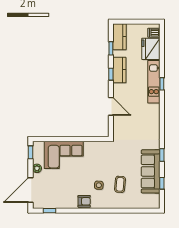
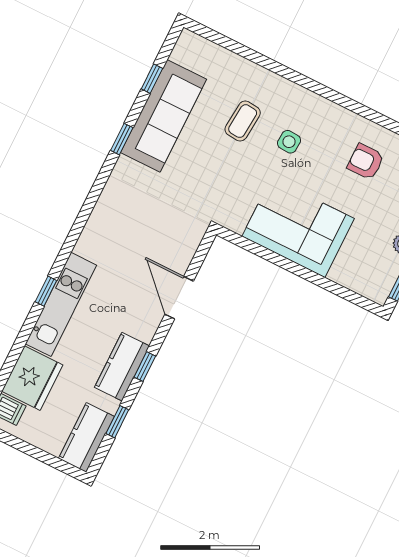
corner sofa: (64, 155) -> (298, 227), moved
armchair: (84, 201) -> (366, 162), moved

